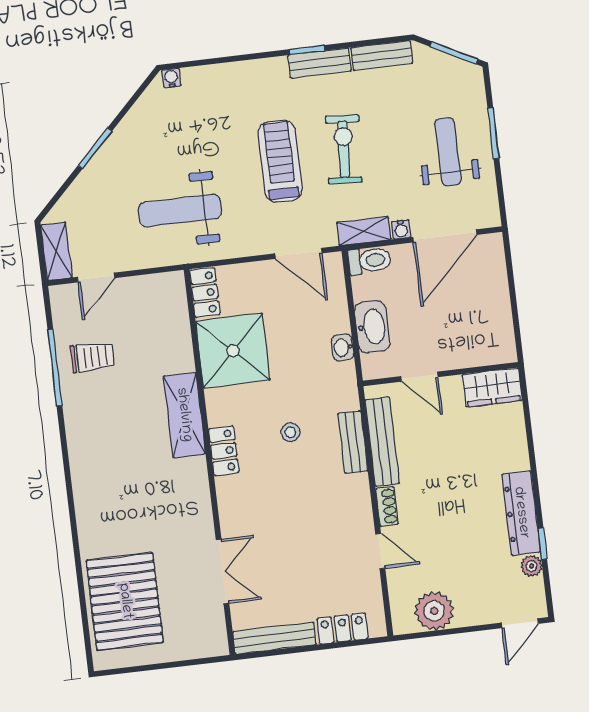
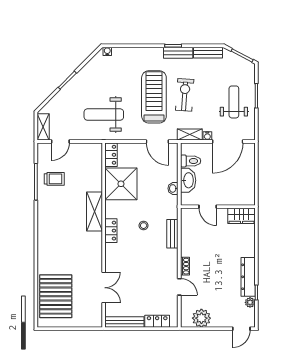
treadmill: (280, 161) -> (154, 97), width x1.37, depth x1.38
toilet: (370, 261) -> (191, 161), moved
bench: (382, 442) -> (186, 235), removed

